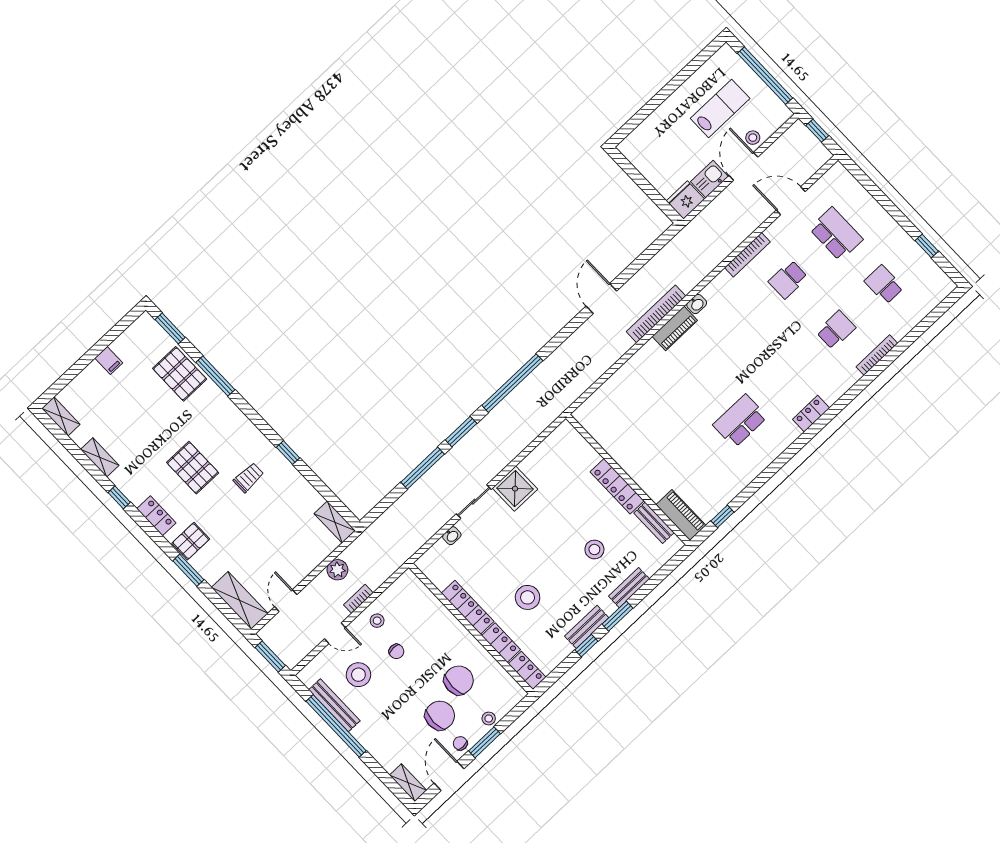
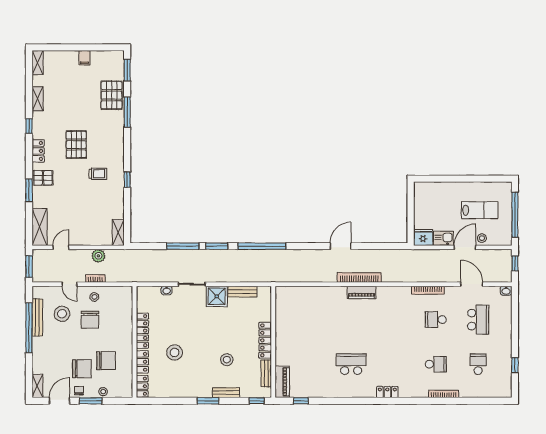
washbasin: (697, 304) -> (506, 291), moved
bench: (587, 627) -> (242, 292), moved
window: (586, 646) -> (257, 401), moved
chair: (396, 651) -> (90, 320), width x1.87, depth x1.87

